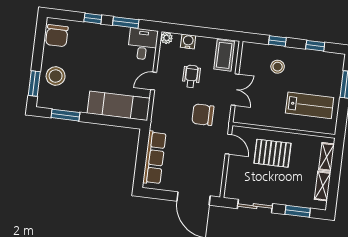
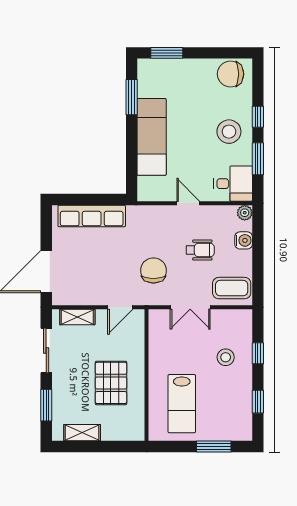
stool: (56, 76) -> (229, 132), moved
exam couch: (119, 106) -> (152, 137), moved
pallet: (272, 153) -> (111, 383), moved
shelving: (326, 157) -> (77, 317), moved

